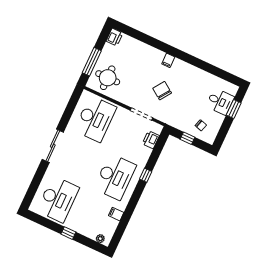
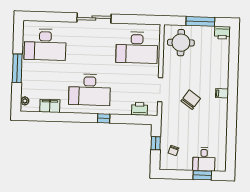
window: (92, 62) -> (200, 21), moved
filing cabinet: (116, 214) -> (50, 106), width x2.00
window: (68, 233) -> (17, 68), width x2.17

